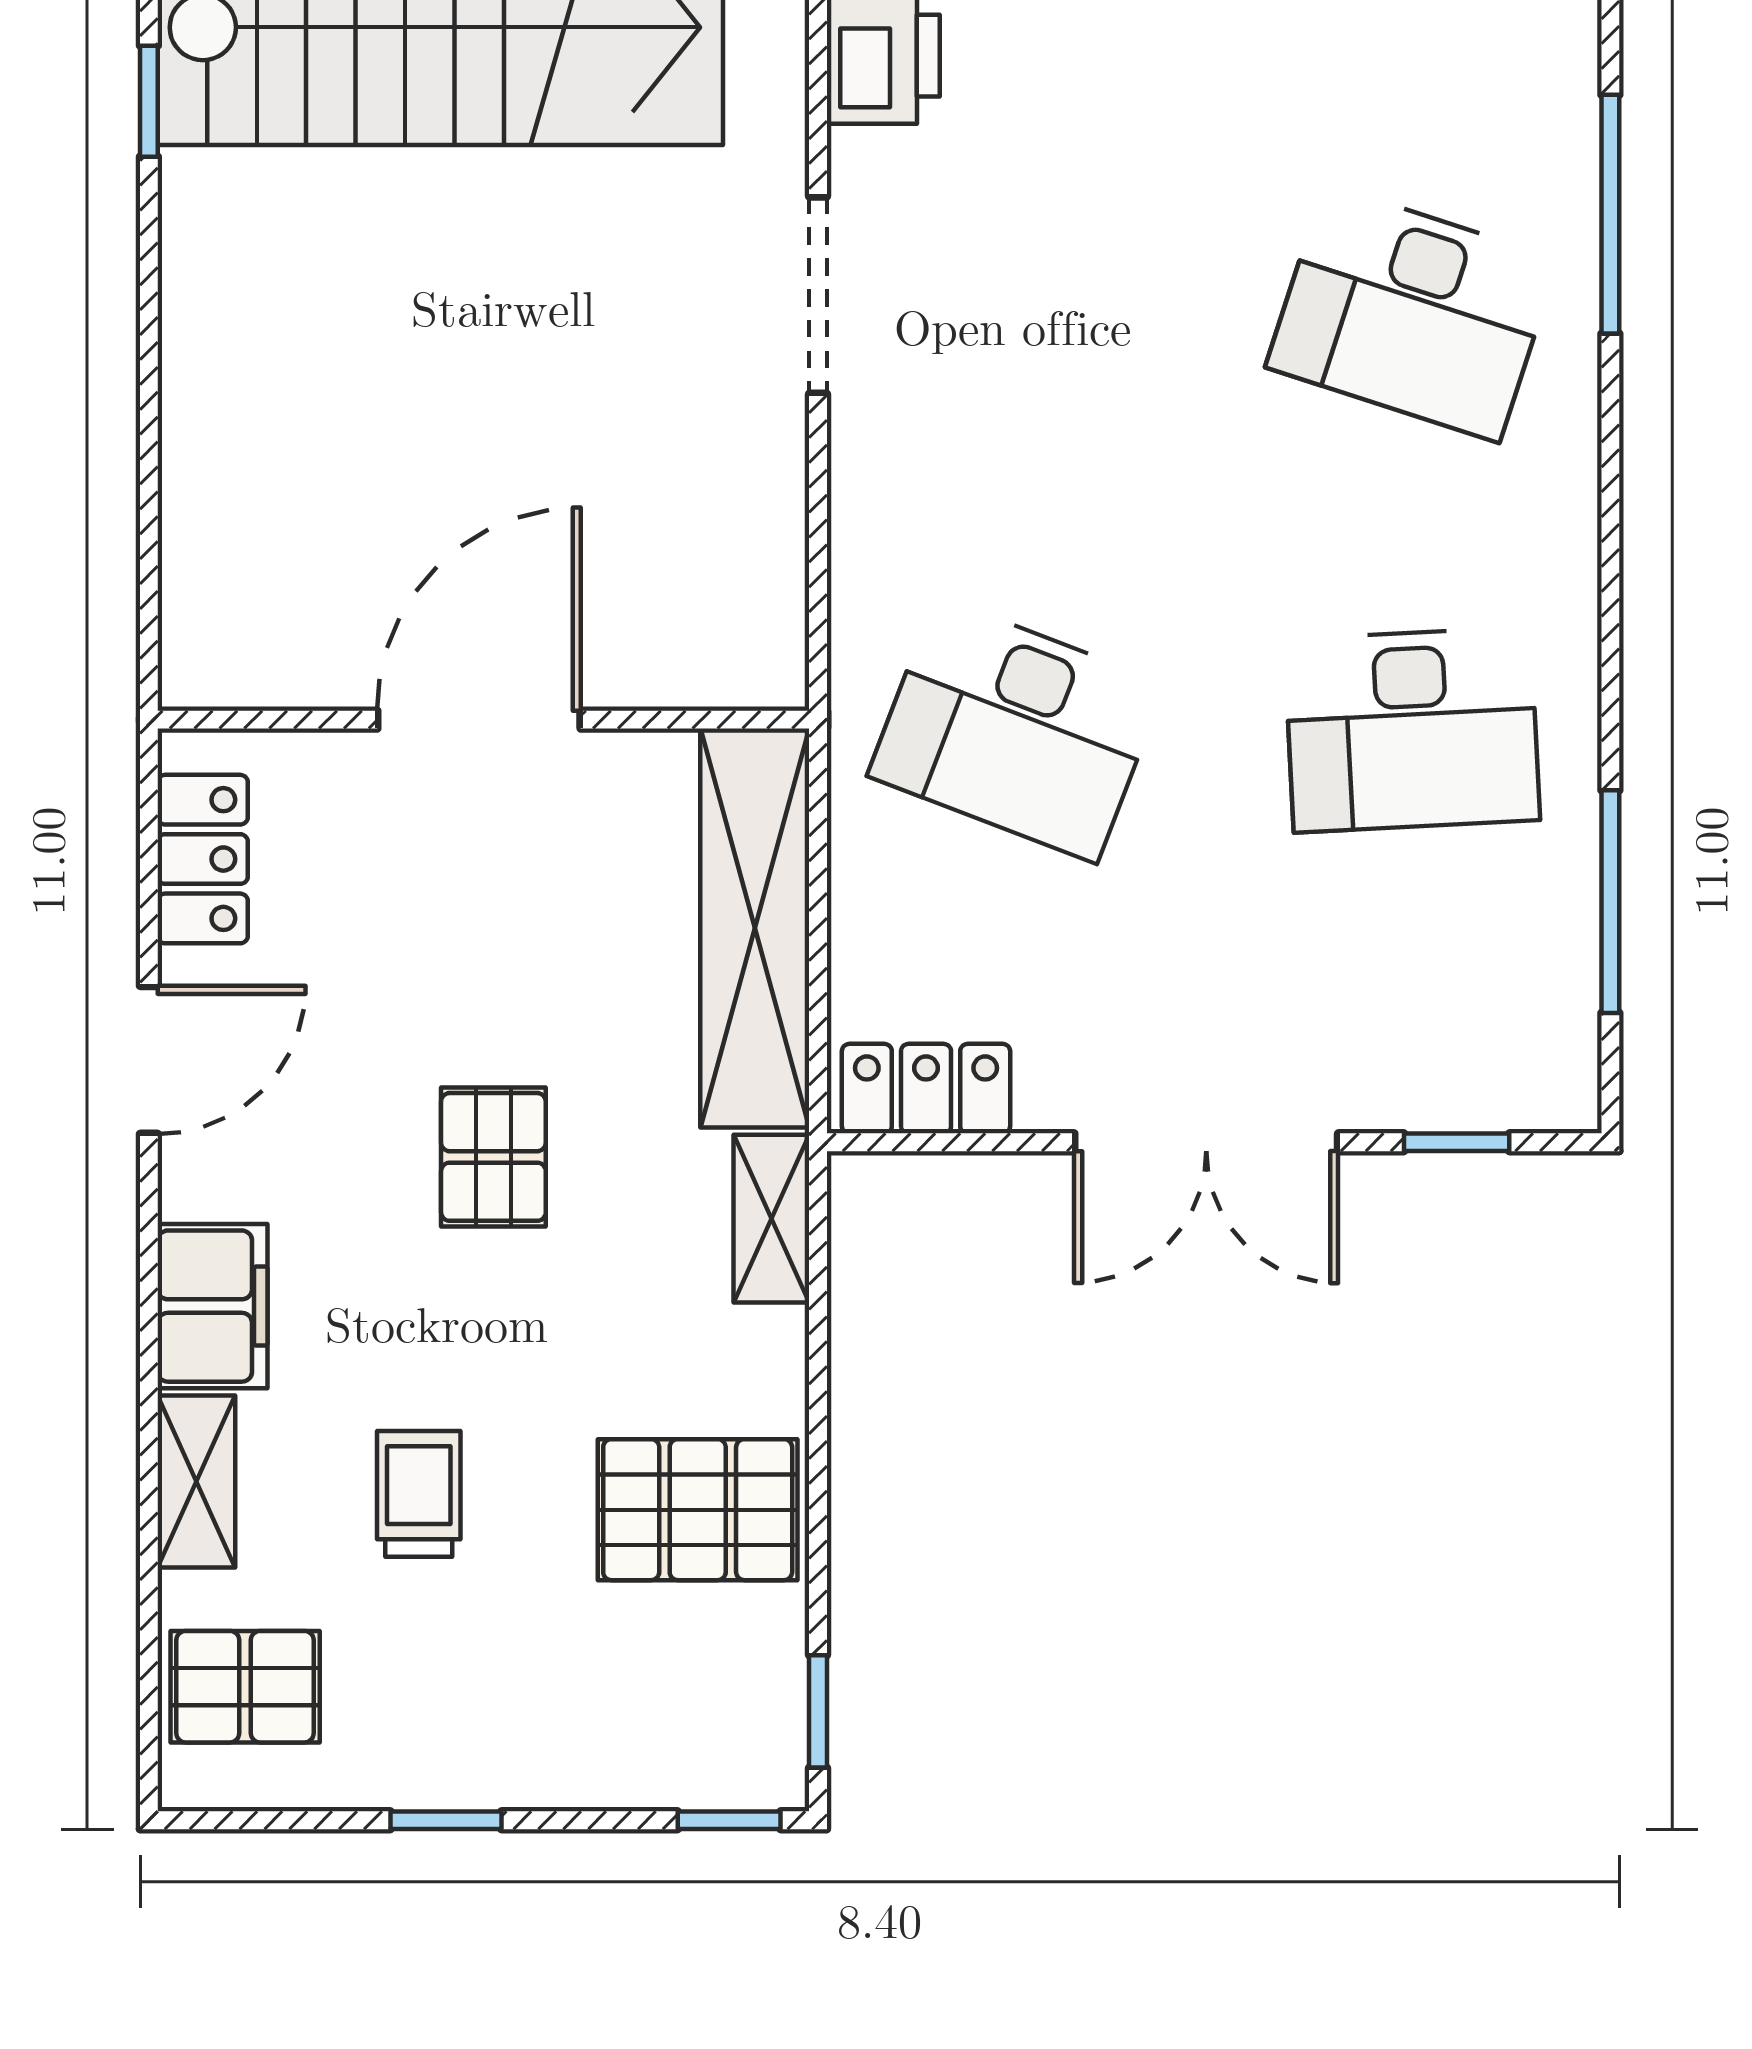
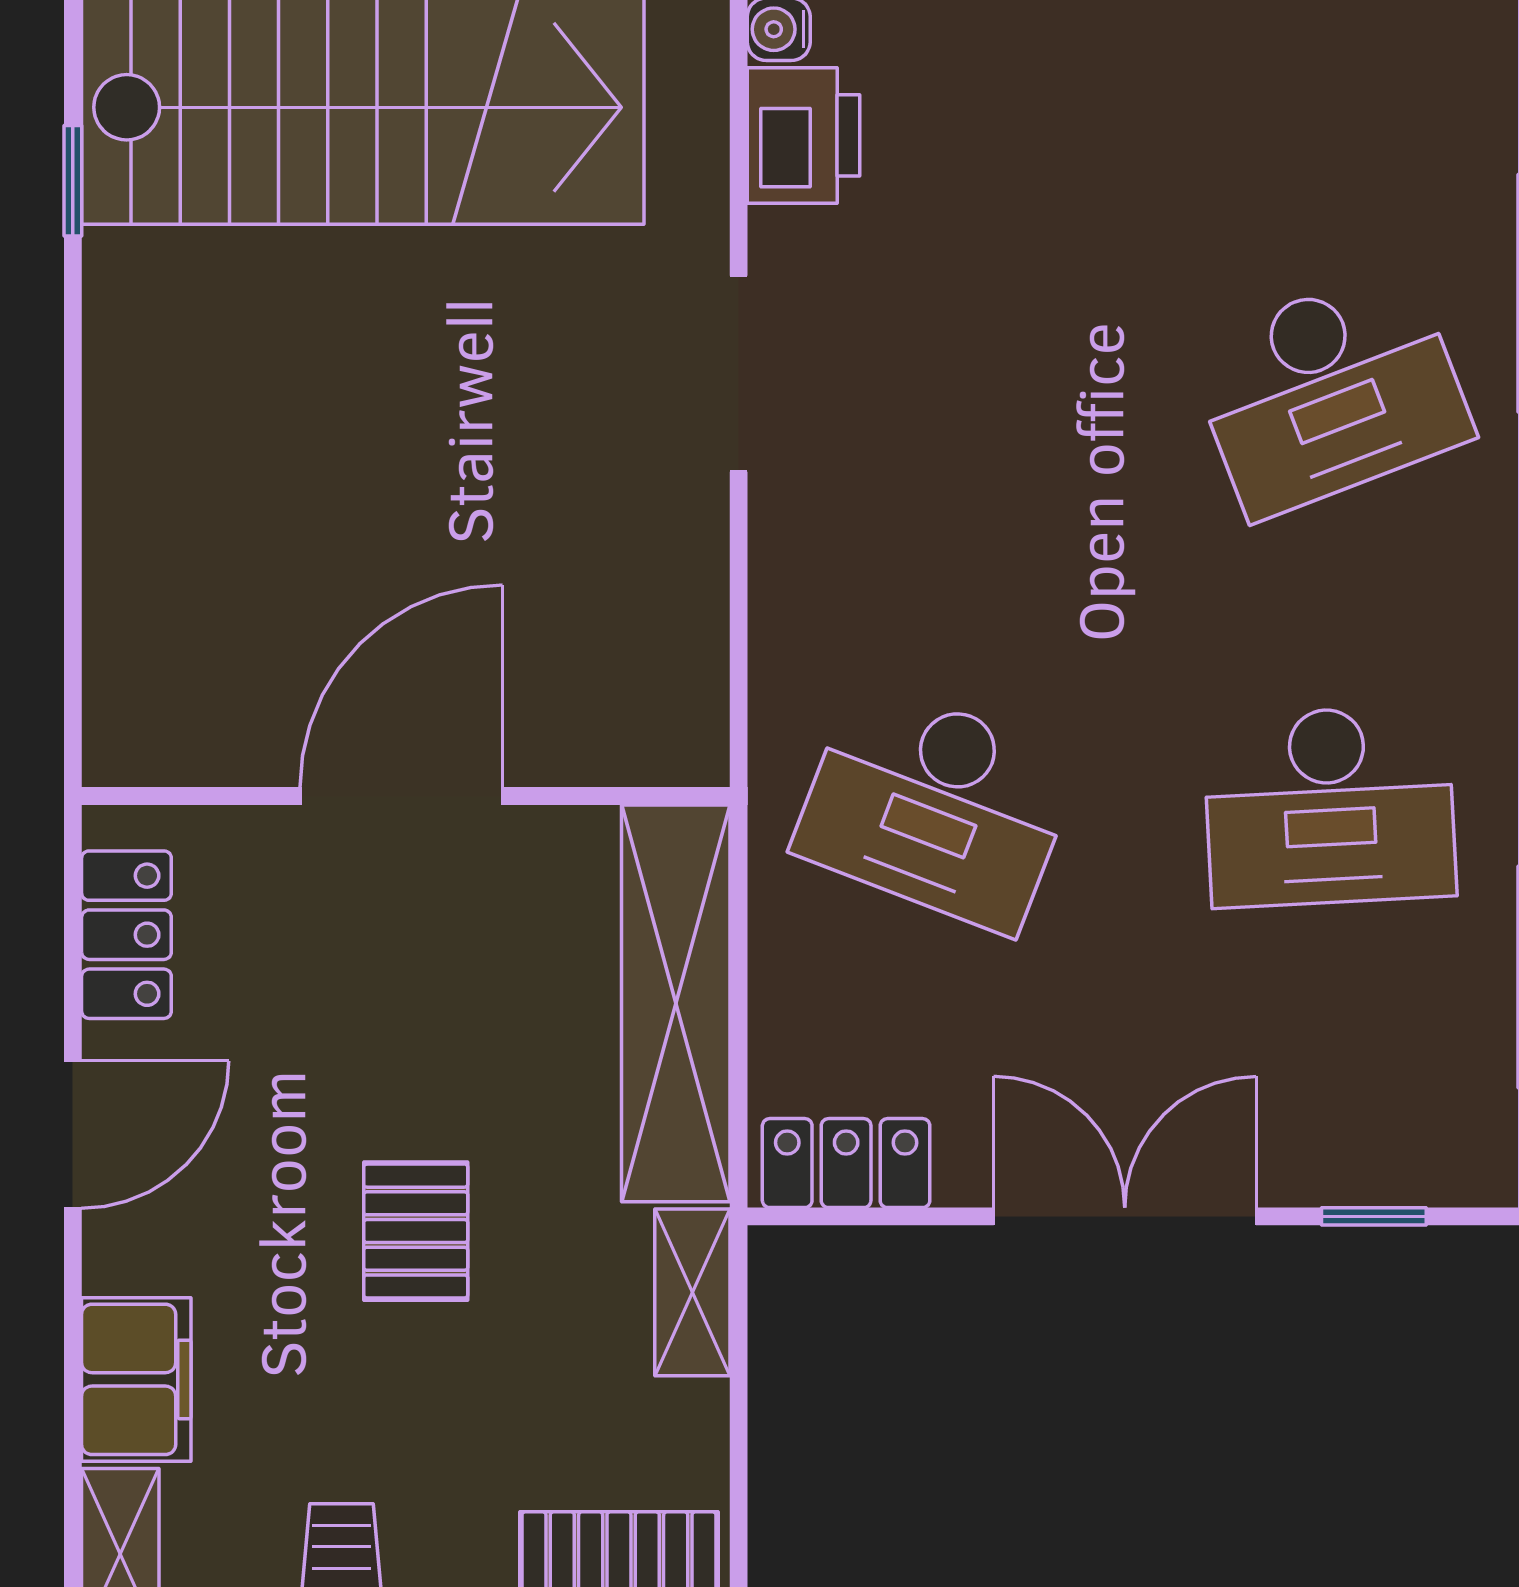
desk: (1412, 313) -> (1330, 392), turned -39
double door: (1206, 1142) -> (1125, 1216), swing flipped

